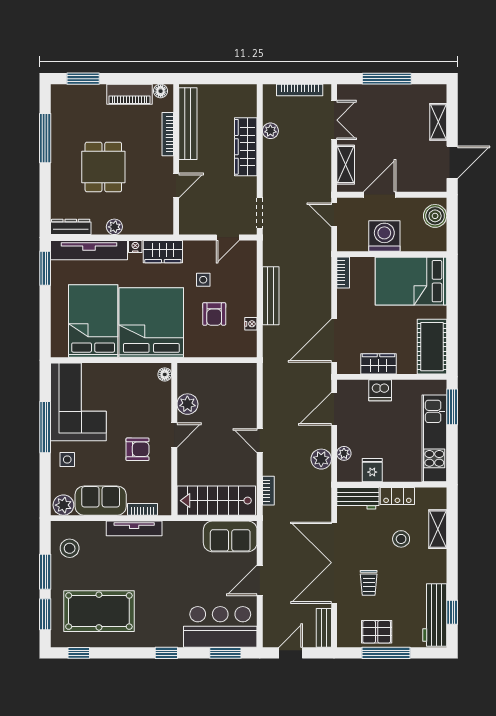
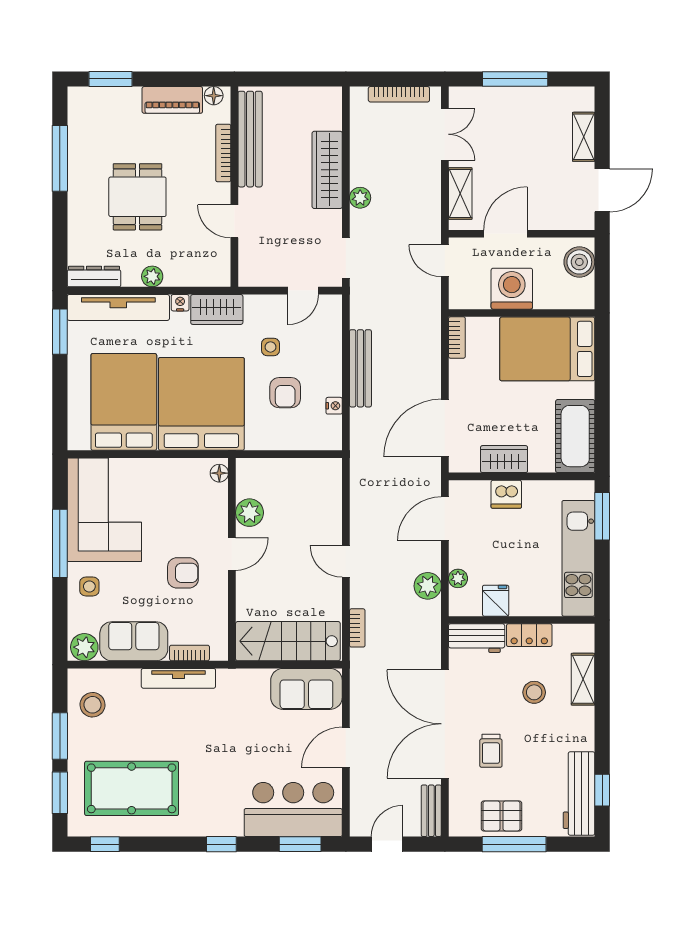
plant: (270, 131) -> (360, 198), moved
door: (176, 185) -> (234, 221), swing flipped

